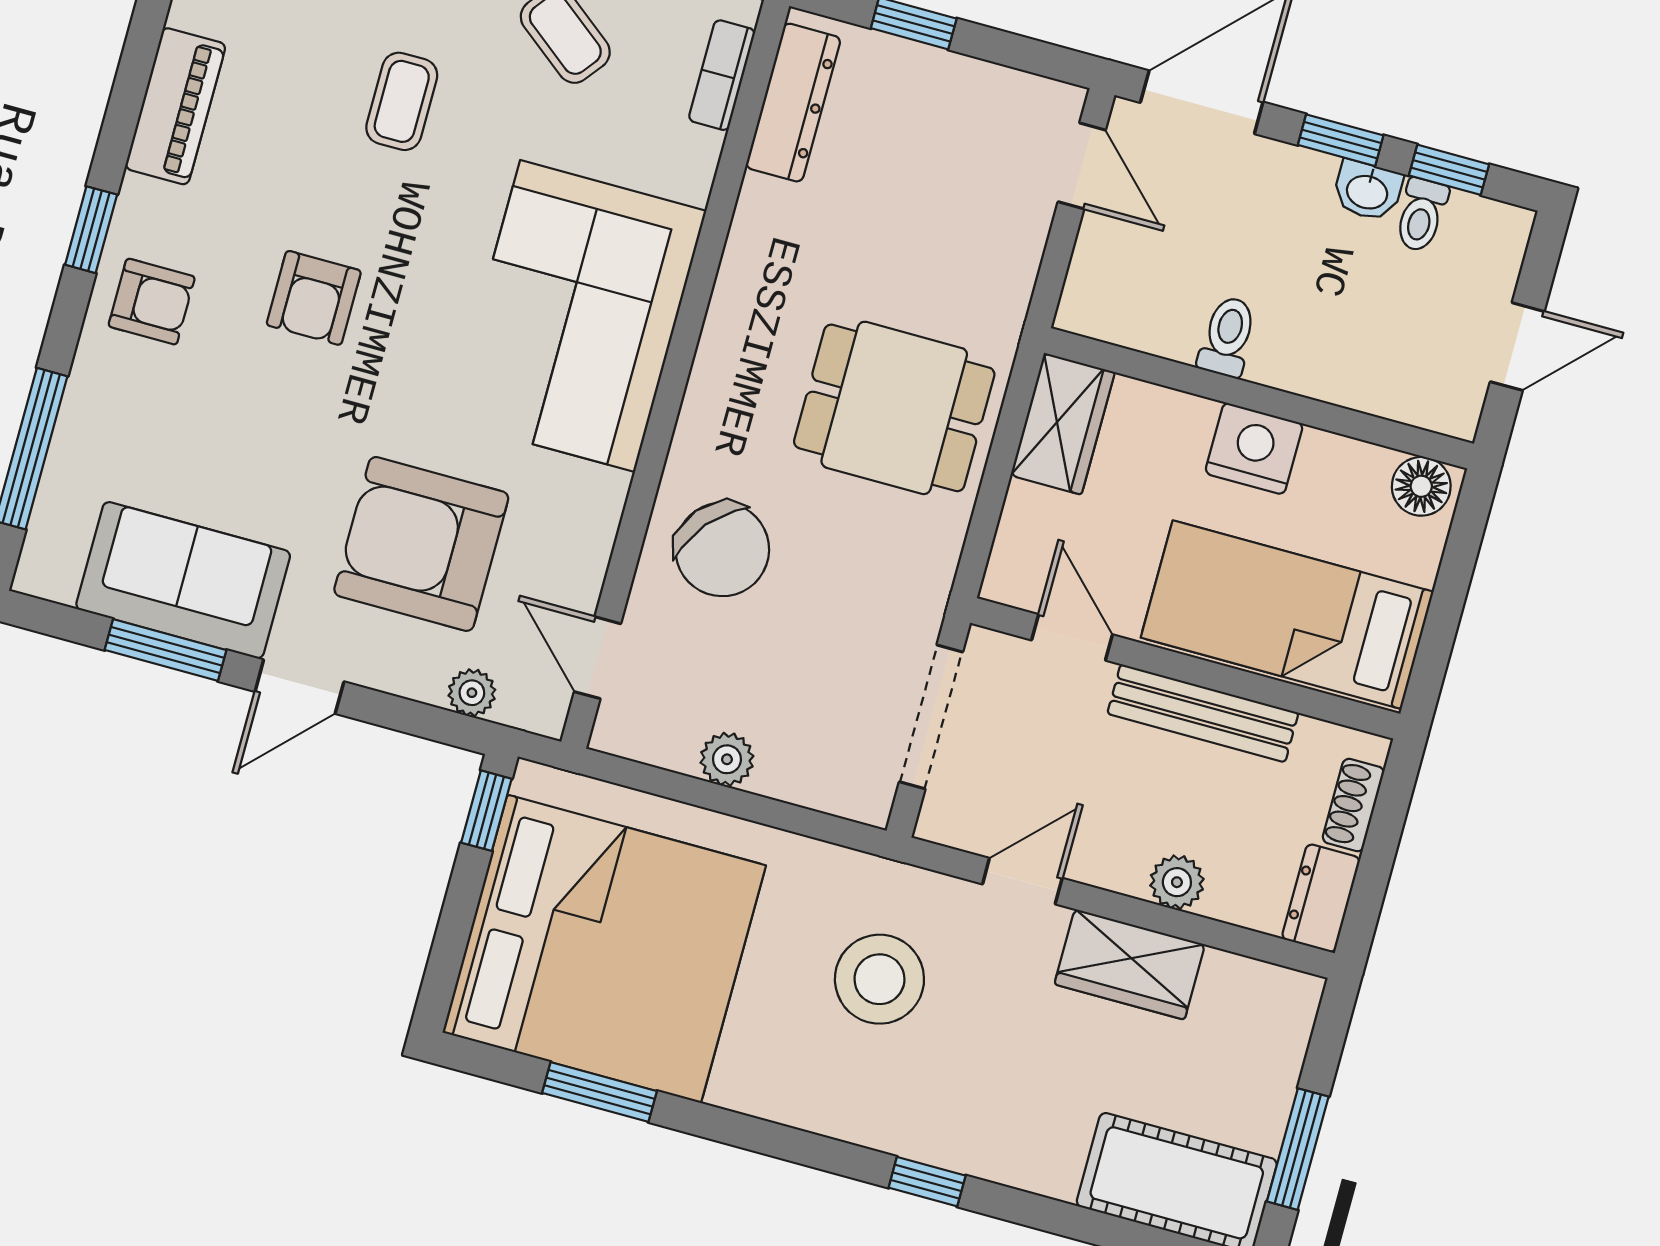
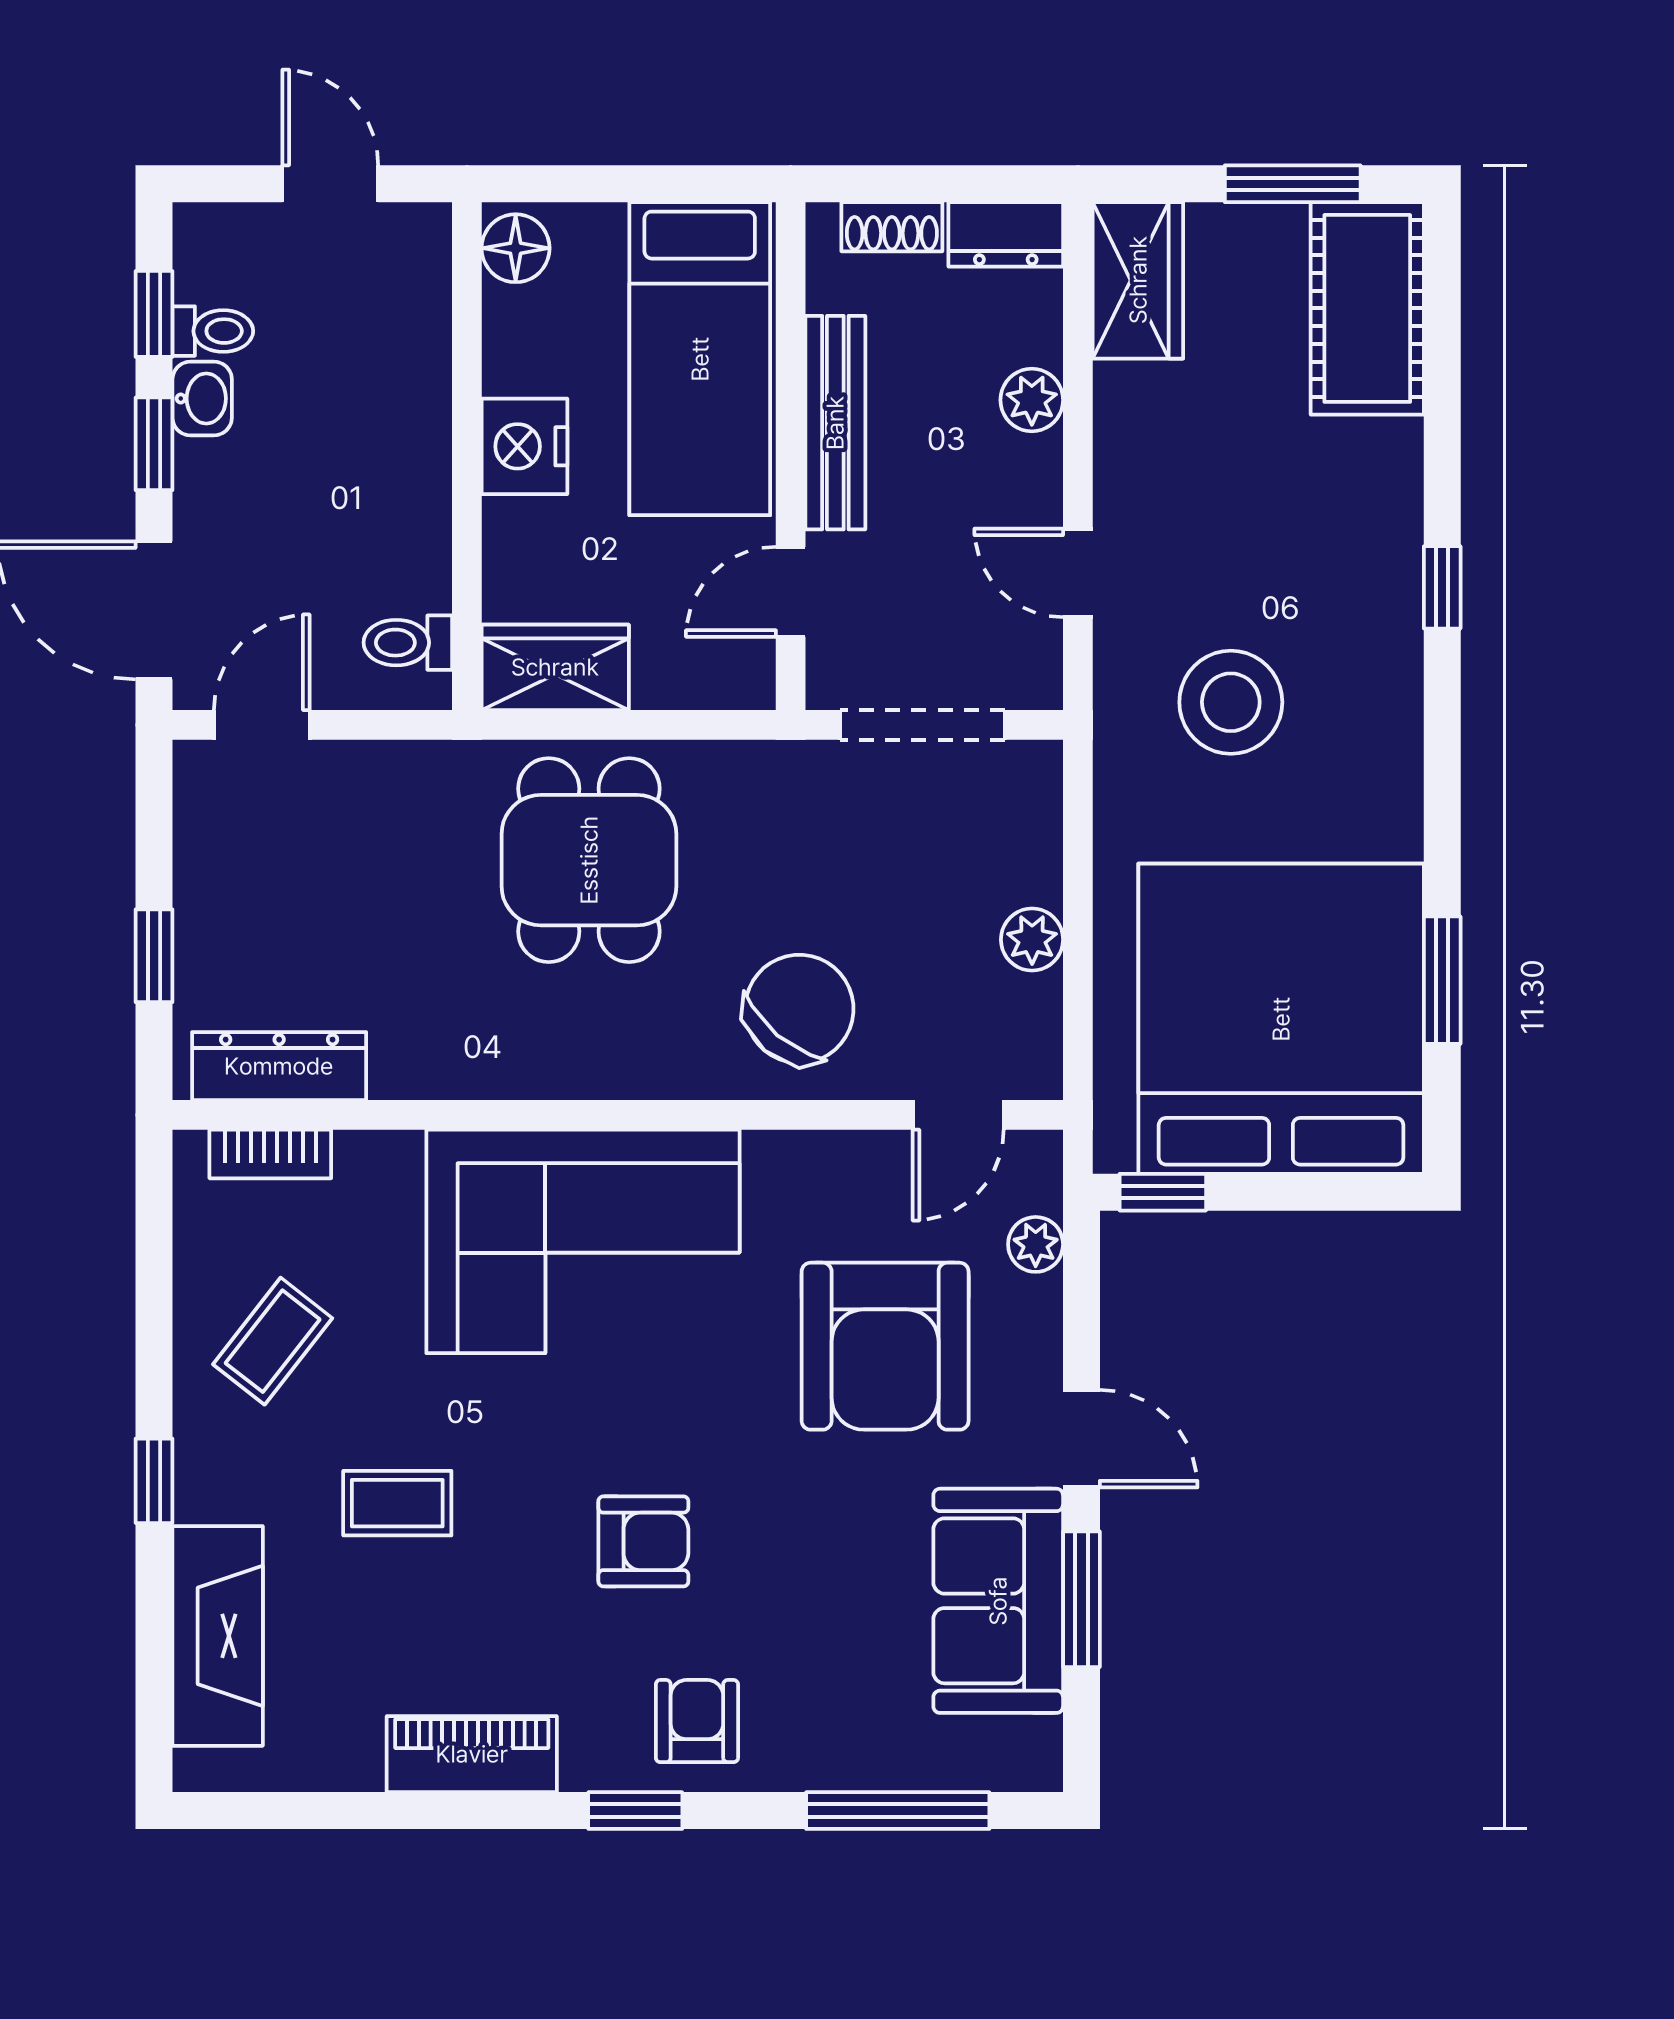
toilet: (1227, 337) -> (408, 643), moved
wardrobe: (1130, 964) -> (1138, 280), moved

